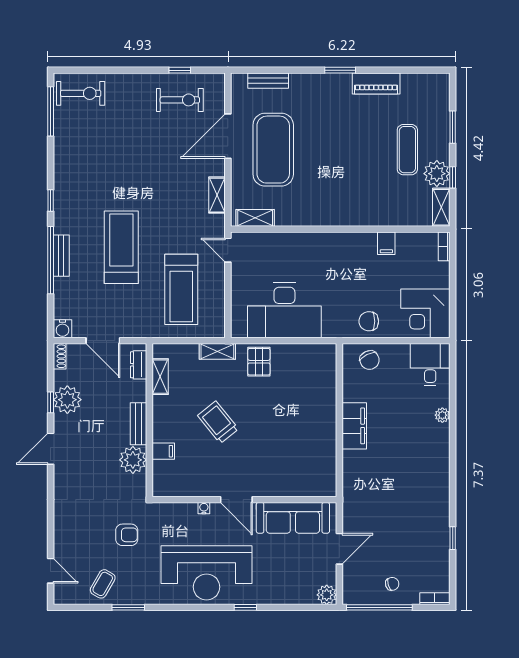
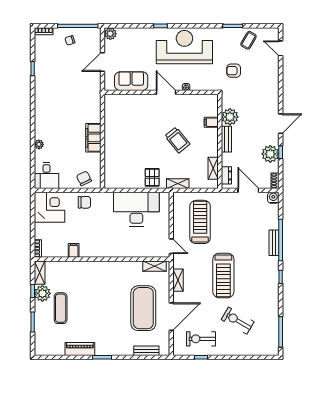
exercise bike: (81, 93) -> (238, 321), moved, turned 30
treadmill: (121, 247) -> (223, 275), moved
sofa: (293, 518) -> (131, 81), width x0.73

